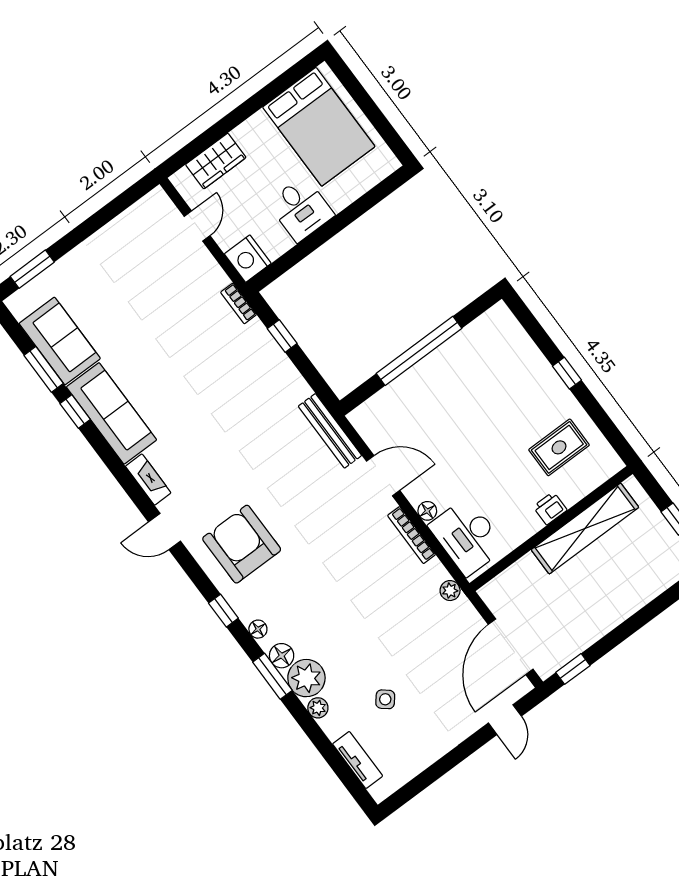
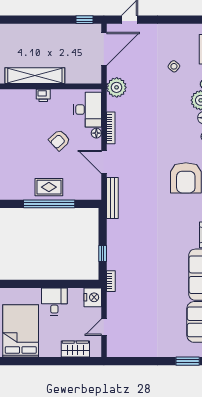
rug: (559, 447) -> (49, 187), moved
armchair: (475, 459) -> (59, 140), added
plant: (450, 591) -> (117, 87), width x1.88, depth x1.88

